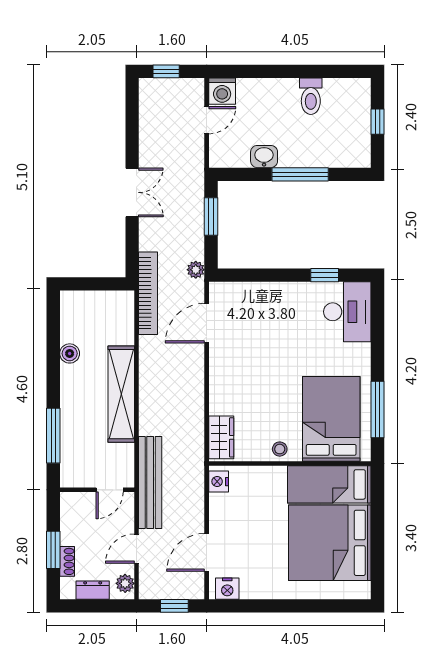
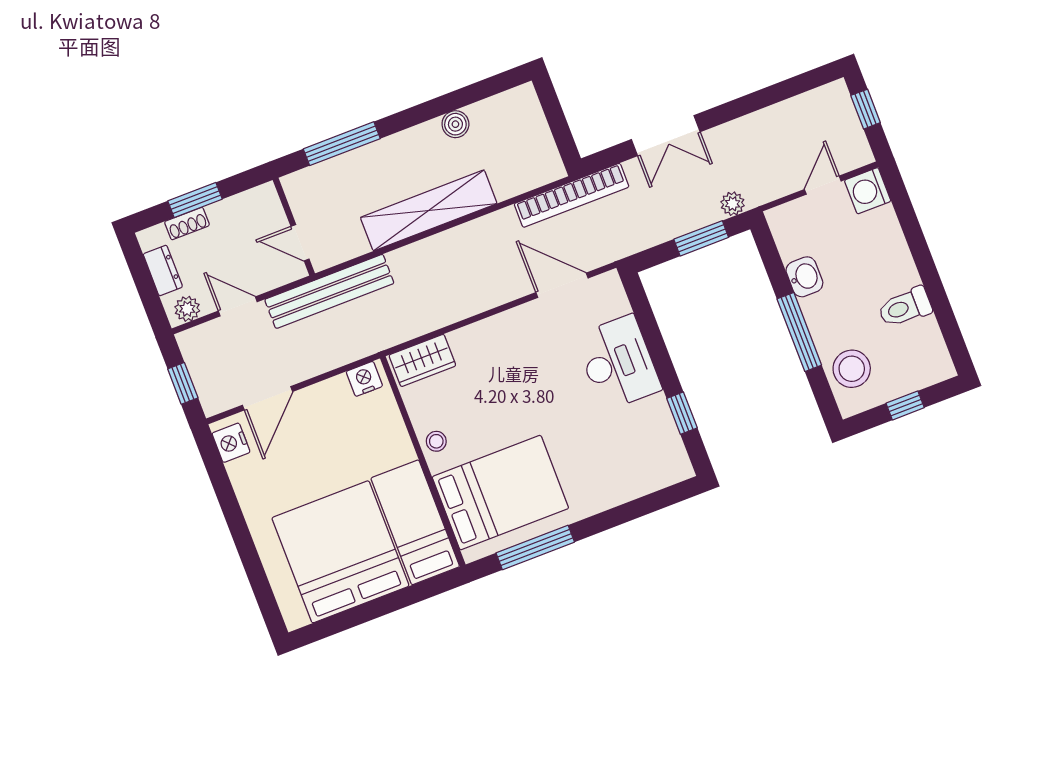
door: (207, 120) -> (823, 185), swing flipped
stool: (339, 148) -> (852, 369), added
double door: (132, 192) -> (666, 136), moved
plant: (196, 270) -> (733, 204), moved
desk: (347, 312) -> (618, 363), moved, turned -90
door: (207, 552) -> (268, 398), swing flipped

